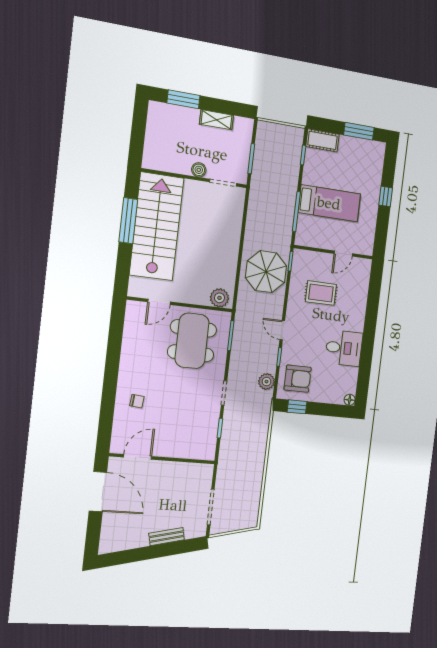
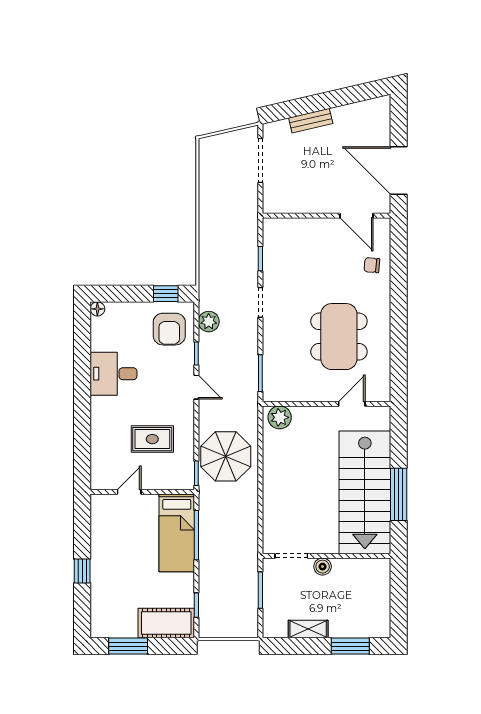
cot: (322, 140) -> (166, 623), width x1.37, depth x1.34
bed: (329, 203) -> (177, 533), moved, turned -90
dining table: (192, 341) -> (339, 337), moved
armchair: (298, 379) -> (169, 329), turned -90
chair: (137, 401) -> (372, 265), moved
door: (138, 457) -> (356, 216), hinge flipped

